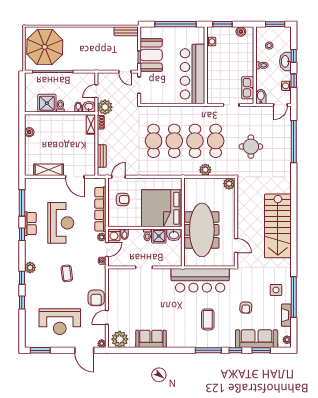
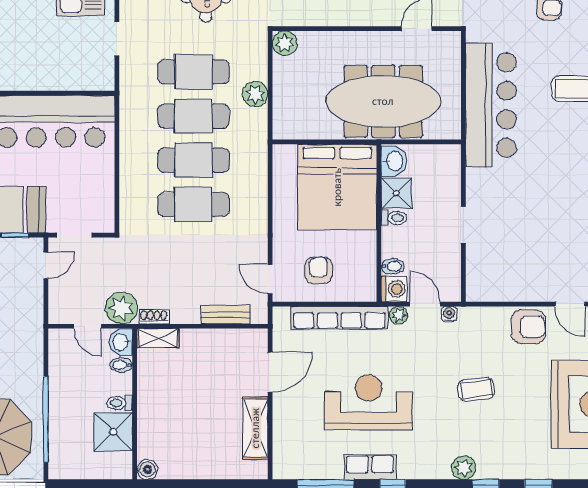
boiler: (29, 132) -> (148, 469), moved

